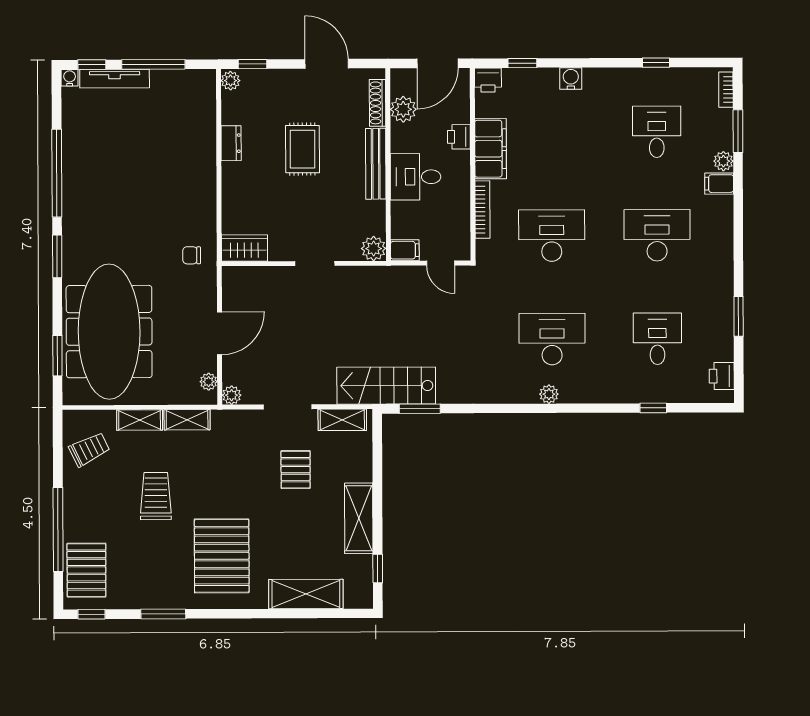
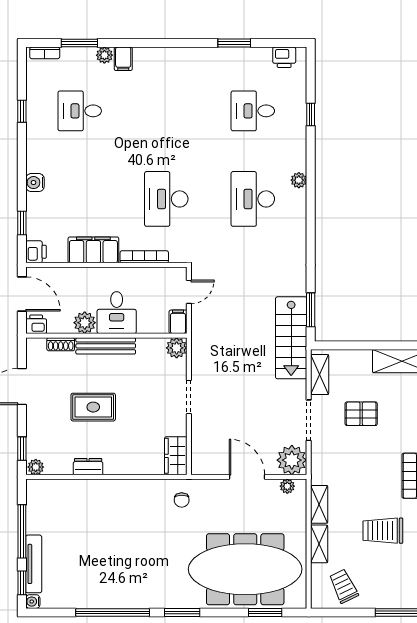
shoe rack: (377, 103) -> (61, 344), width x0.70
plant: (403, 109) -> (85, 323), moved
printer: (459, 137) -> (36, 324), moved, turned 180
desk: (657, 235) -> (166, 111), removed
plant: (549, 394) -> (299, 180), moved
plant: (232, 395) -> (292, 460), width x1.88, depth x1.88

